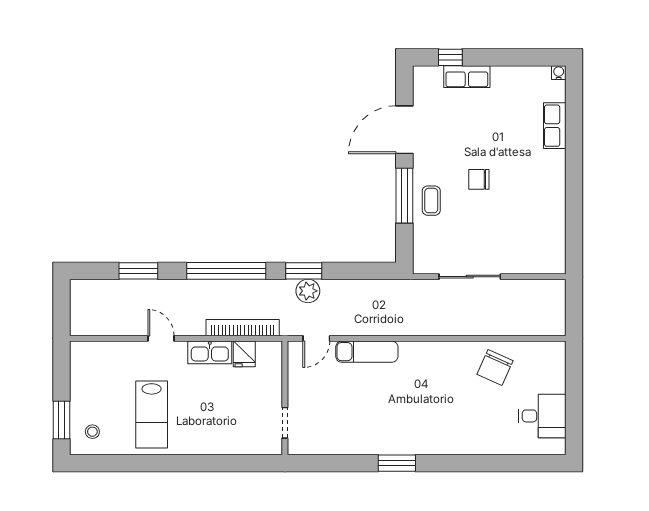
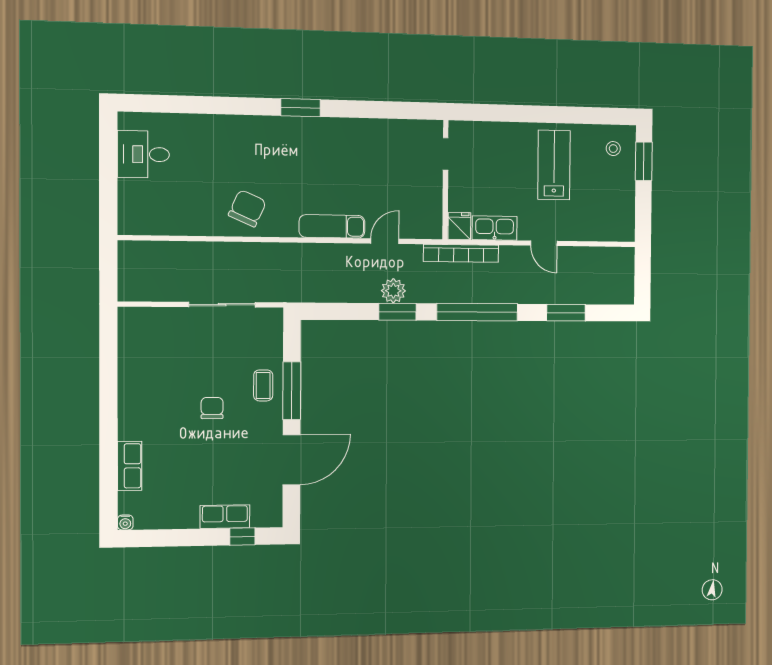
chair: (479, 179) -> (212, 408), turned -90
chair: (495, 367) -> (247, 208), moved
wall: (285, 398) -> (445, 180), moved
doorway: (285, 423) -> (446, 154), moved

